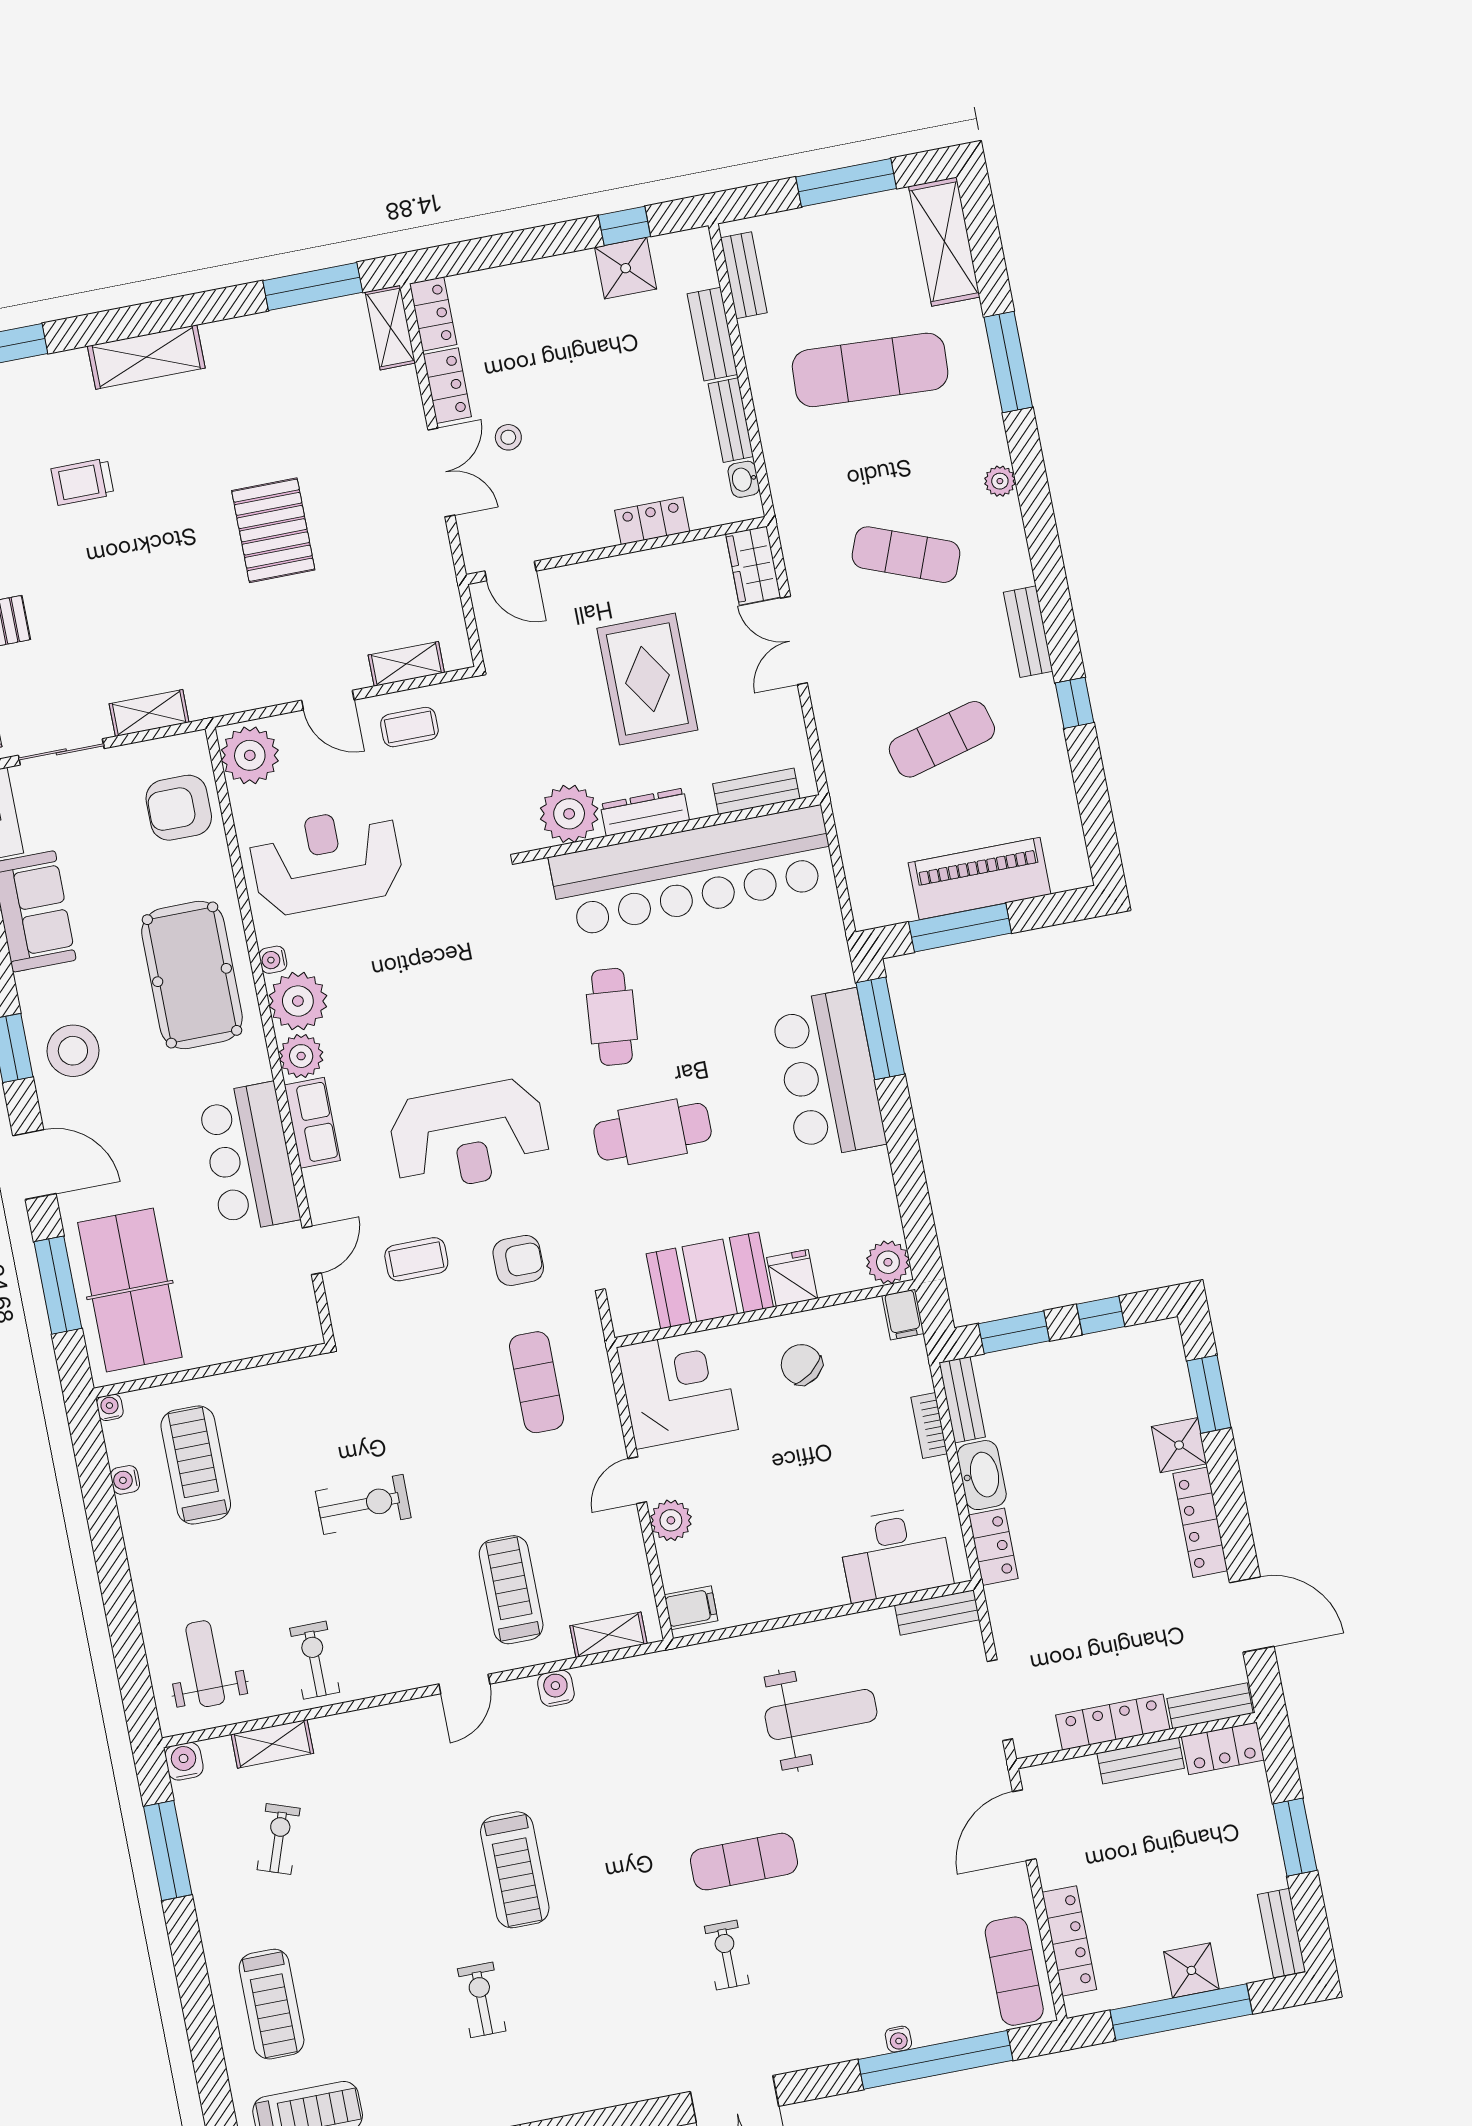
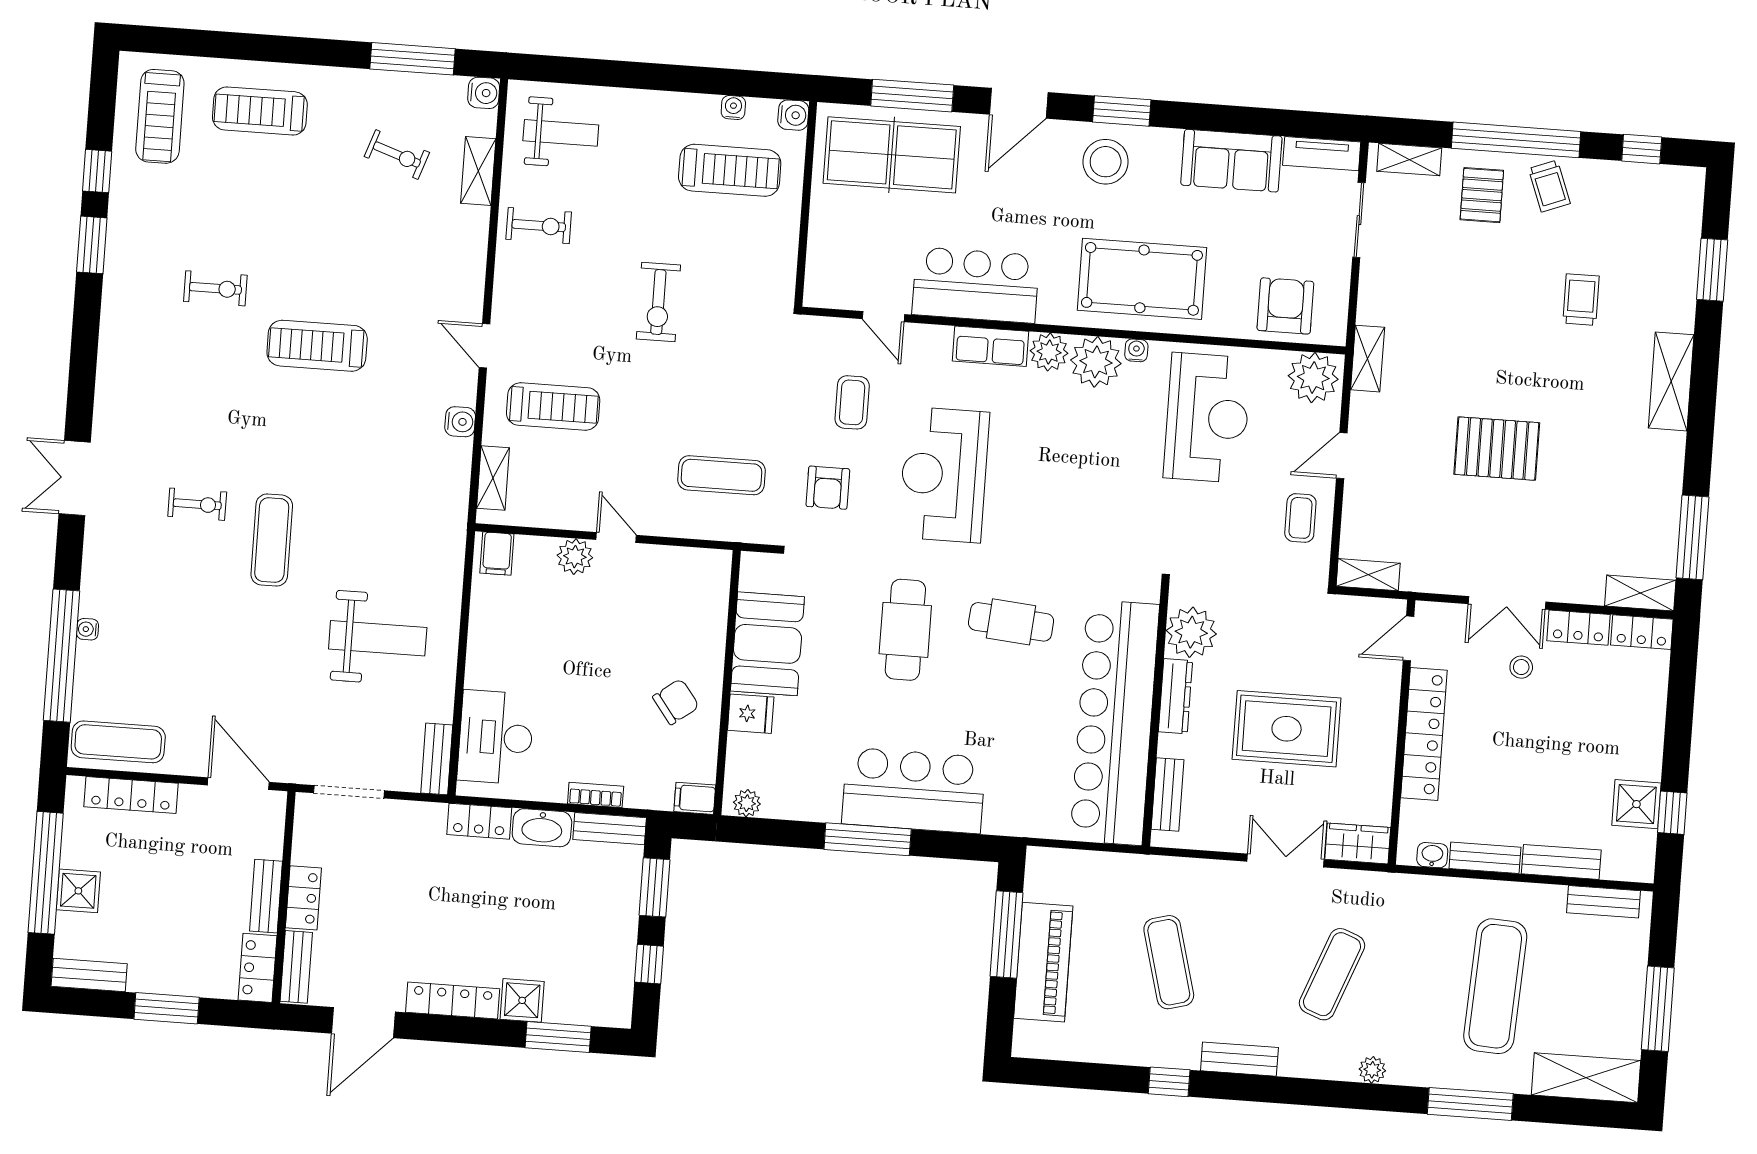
locker: (652, 521) -> (1424, 734), width x2.16, depth x1.21
shelving: (406, 664) -> (1368, 575), moved, turned 90
shelving: (149, 713) -> (1368, 359), moved
window: (880, 1028) -> (868, 839), moved
plant: (888, 1262) -> (747, 803), width x0.73, depth x0.73
corner desk: (677, 1388) -> (684, 592), removed
water cooler: (110, 1407) -> (793, 115), width x1.38, depth x1.38
weight bench: (821, 1714) -> (378, 638), turned -90
locker: (1113, 1722) -> (303, 898), width x0.66

